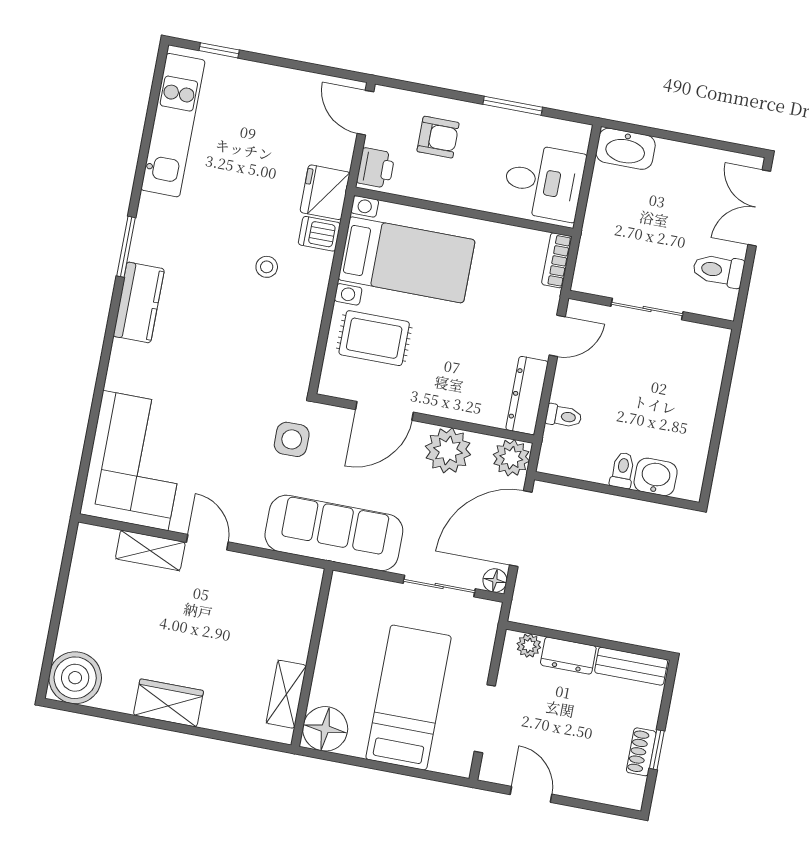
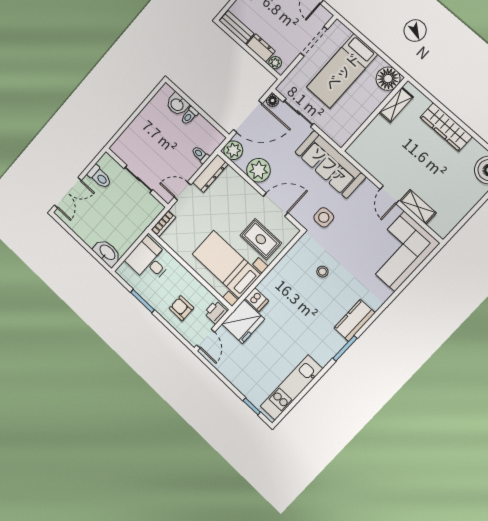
fridge: (325, 192) -> (243, 322), width x1.36, depth x1.34
stool: (267, 267) -> (322, 272), moved
wardrobe: (168, 703) -> (446, 127), width x1.50

